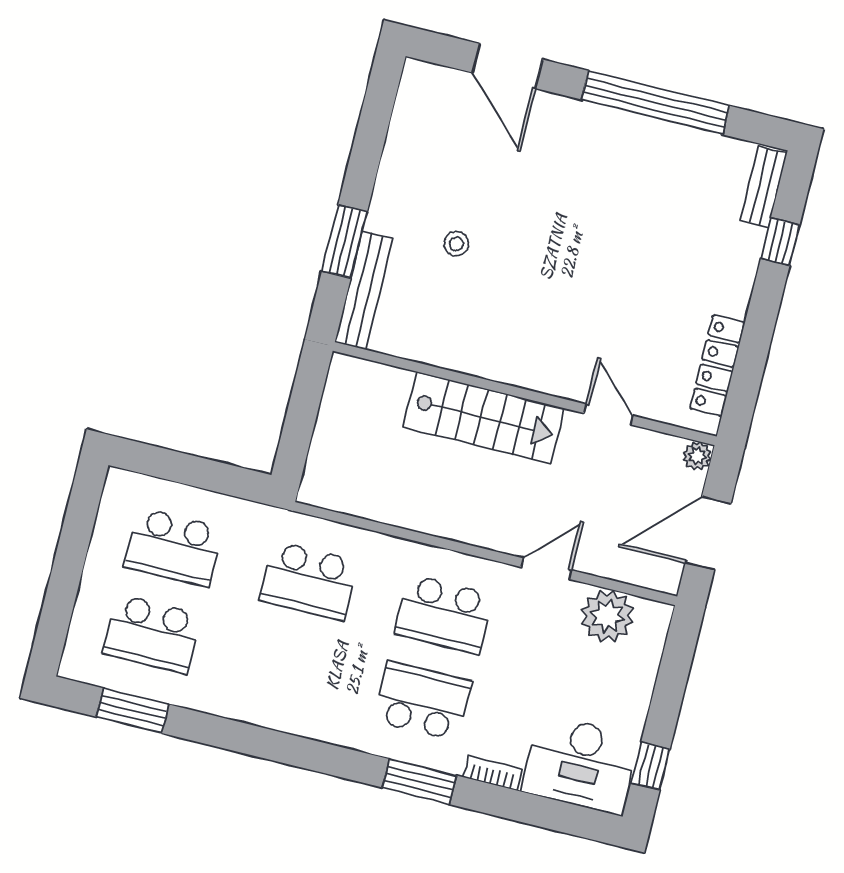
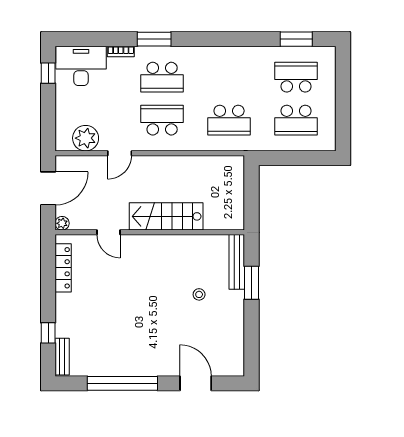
school desk: (173, 547) -> (296, 120), turned 180
school desk: (309, 581) -> (229, 120), turned 180

